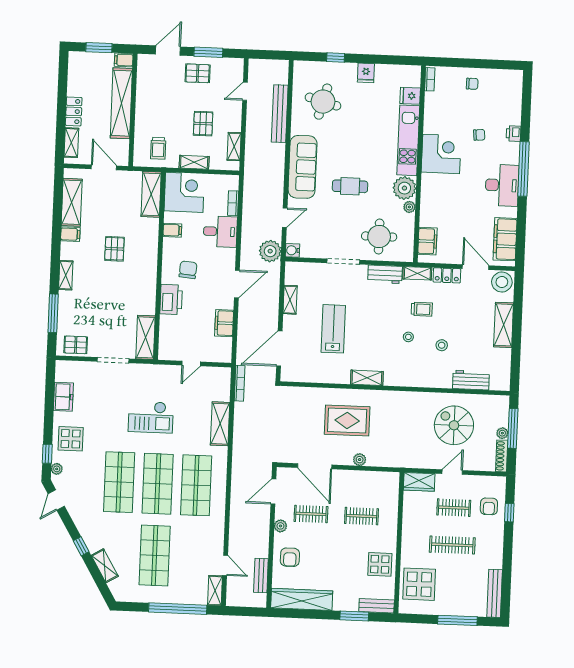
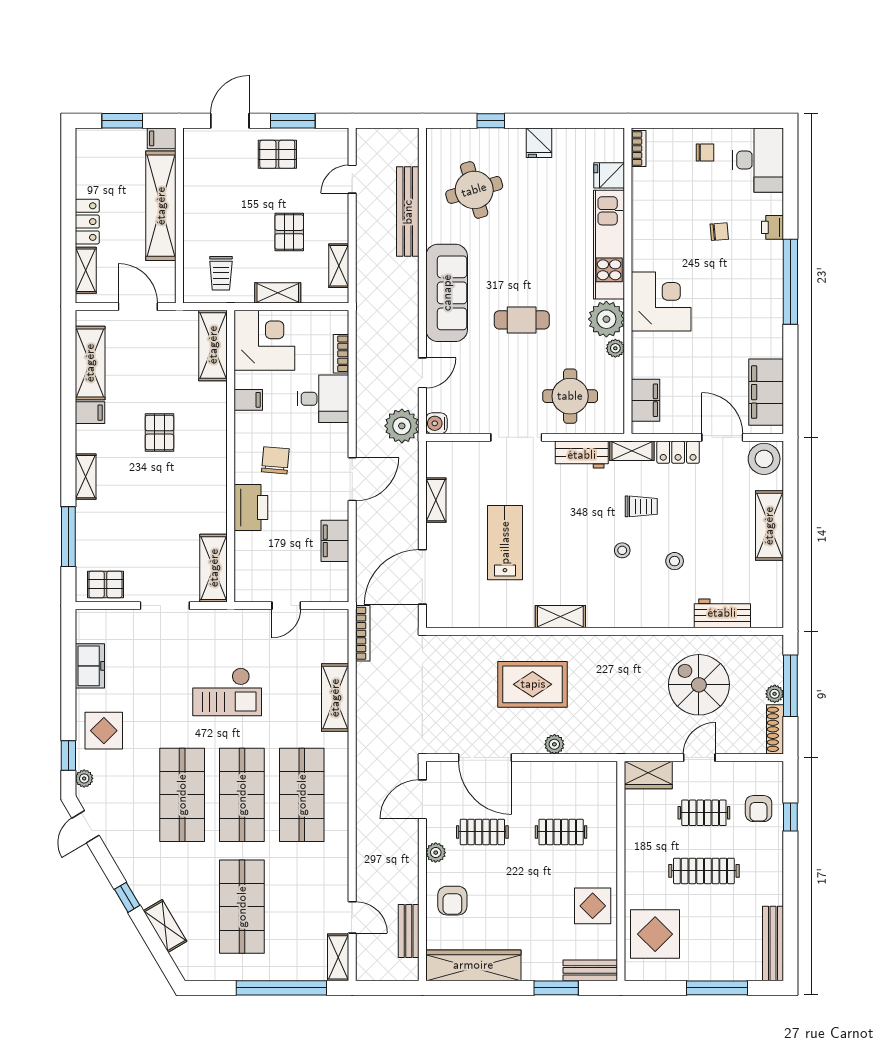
round table: (323, 102) -> (474, 190), turned -31
corner desk: (441, 154) -> (661, 302), moved
desk: (502, 185) -> (758, 160), moved

